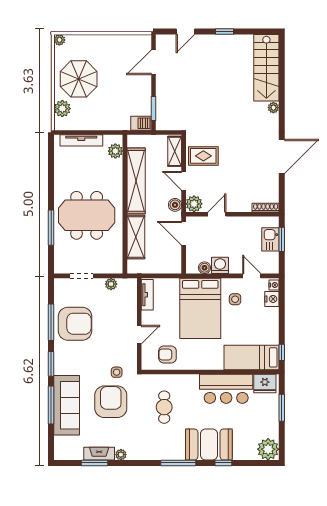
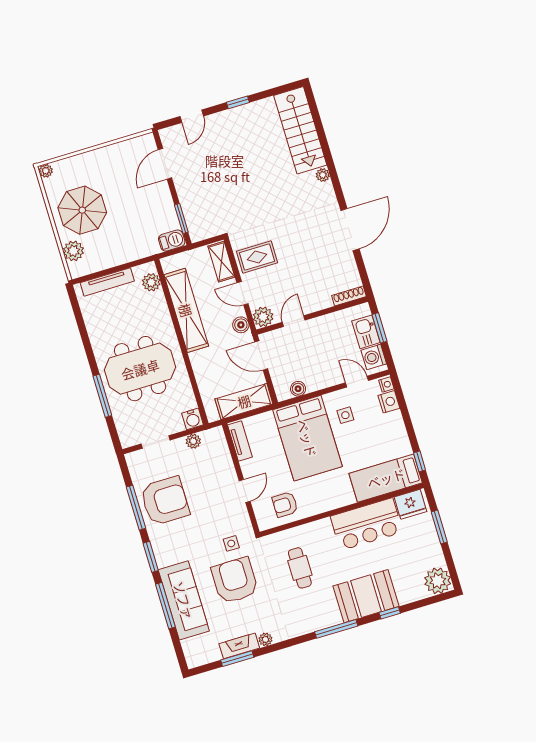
shelving: (136, 237) -> (244, 401), moved, turned 90
washing machine: (220, 265) -> (374, 357), moved, turned -90
water cooler: (116, 267) -> (193, 419), added

